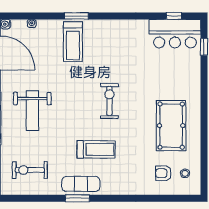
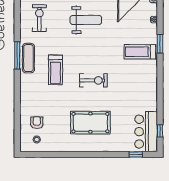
window: (76, 16) -> (160, 44), moved
weight bench: (32, 111) -> (86, 20), turned 180
pool table: (171, 126) -> (90, 123), moved
window: (77, 198) -> (17, 55), width x1.44

